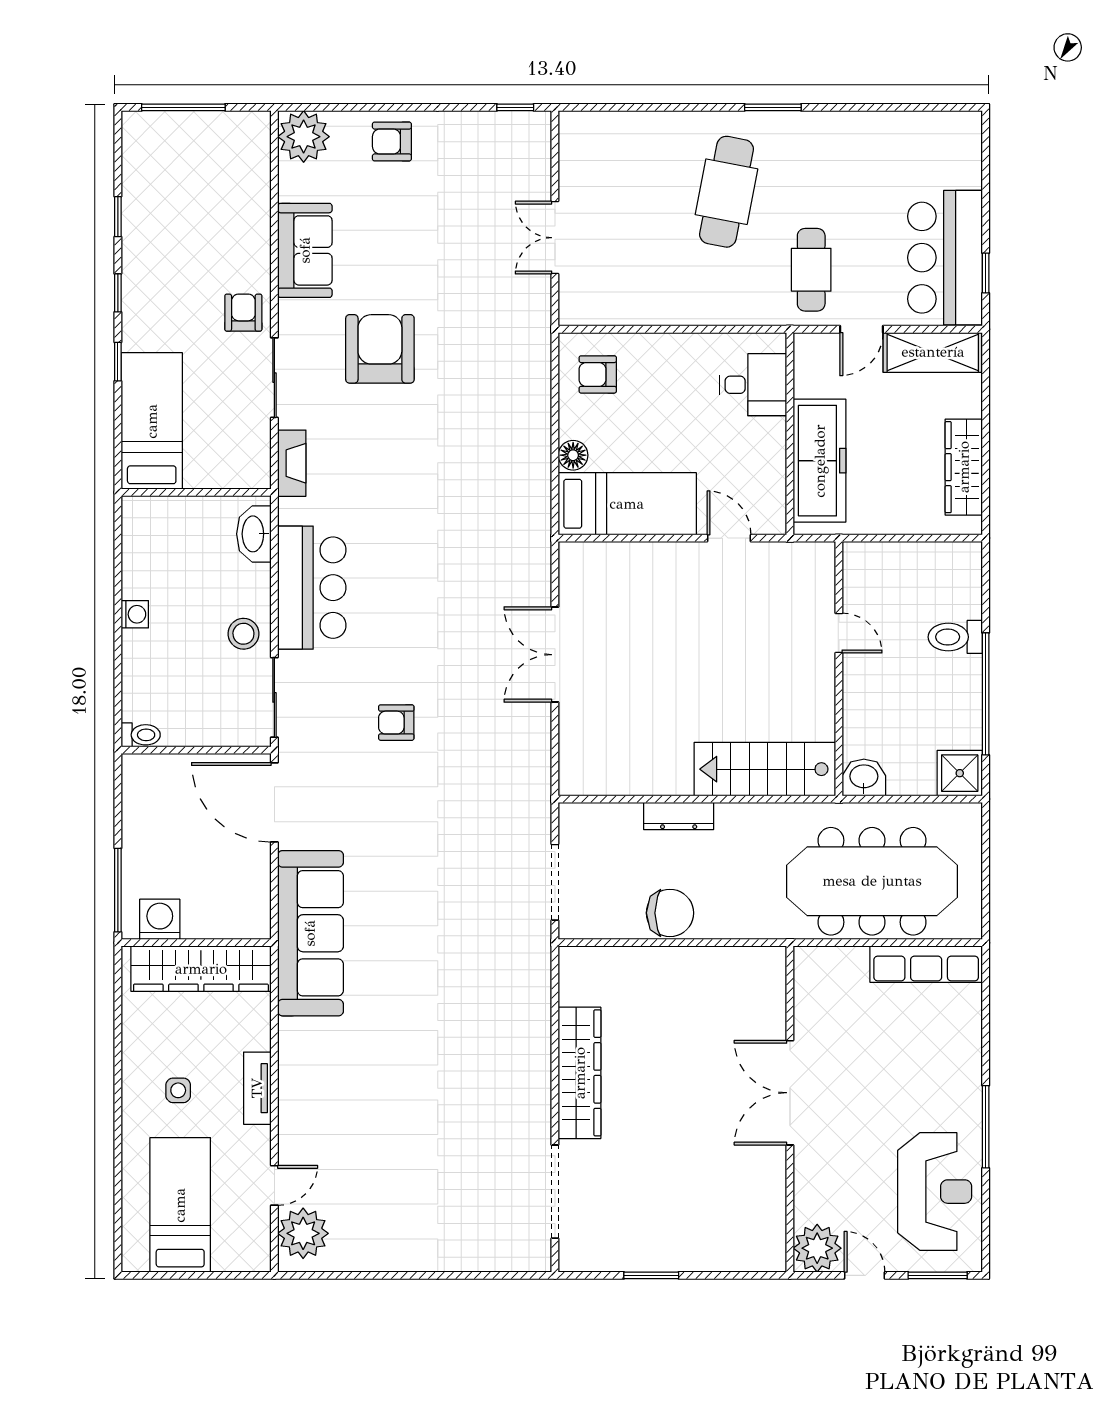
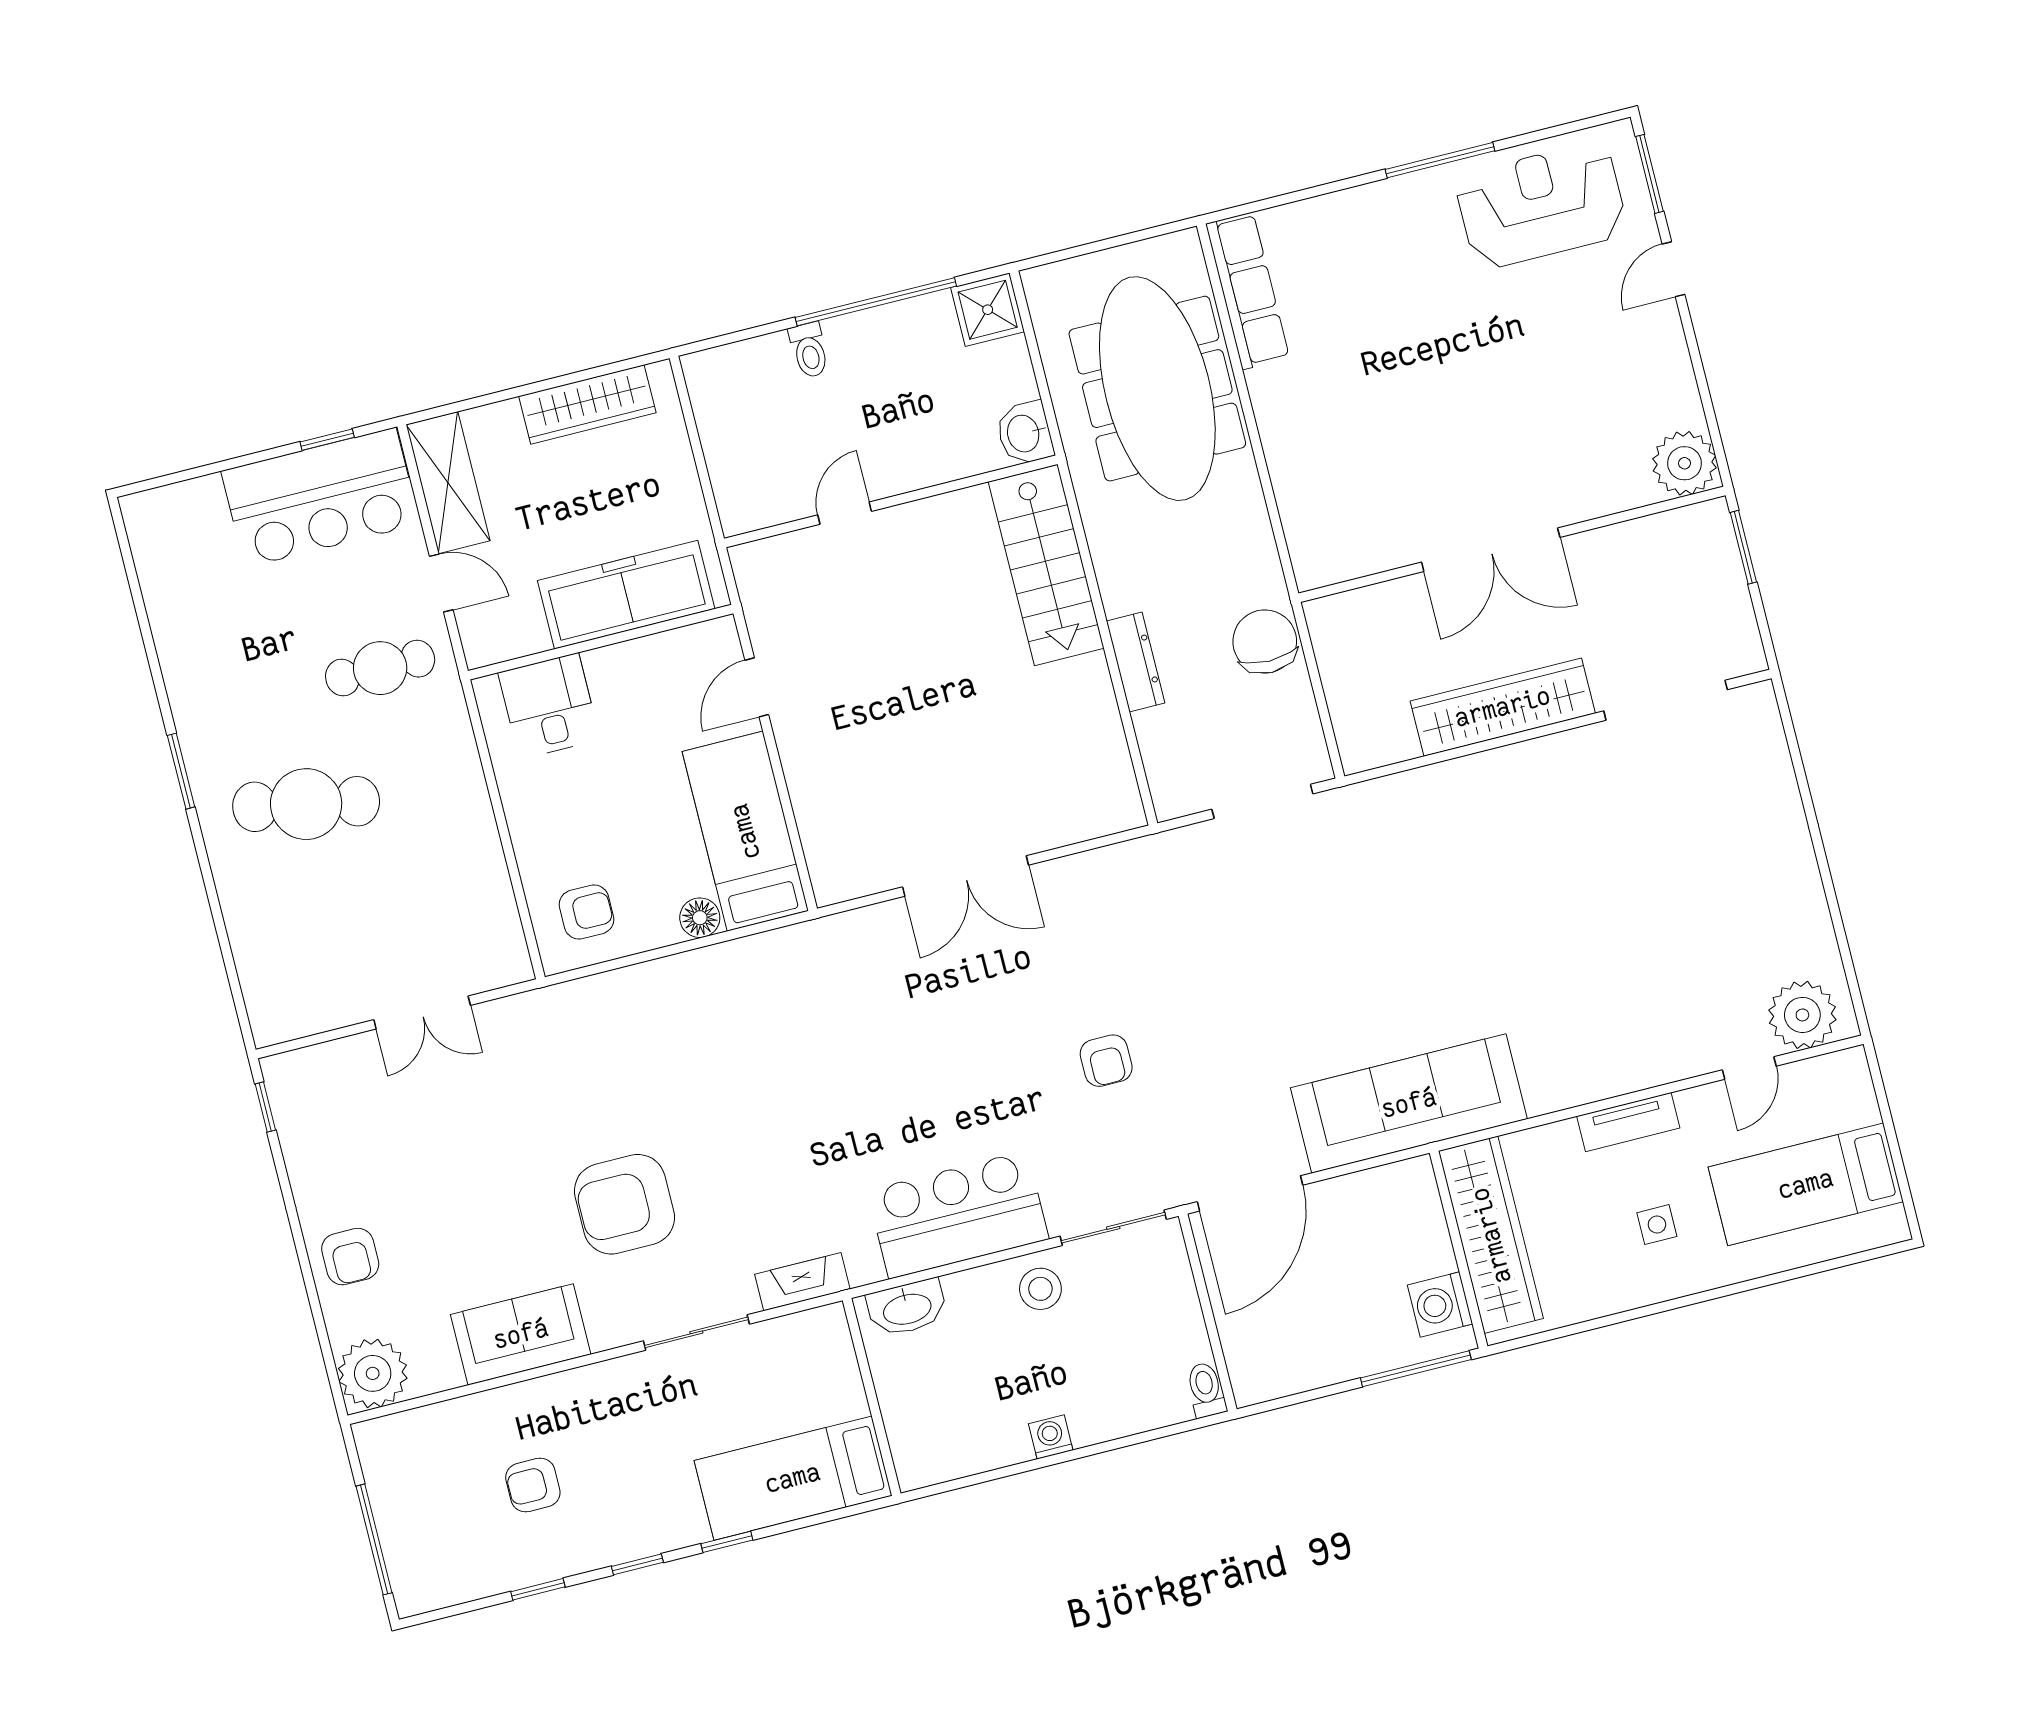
armchair: (243, 313) -> (533, 1485), moved
armchair: (598, 374) -> (586, 912), turned -90
toilet: (955, 637) -> (809, 350), width x0.73, depth x0.72
double door: (790, 1093) -> (1491, 550), moved
wall: (790, 1109) -> (1512, 544), moved
door: (274, 1185) -> (1749, 1068), swing flipped
plant: (817, 1248) -> (1684, 463), moved

